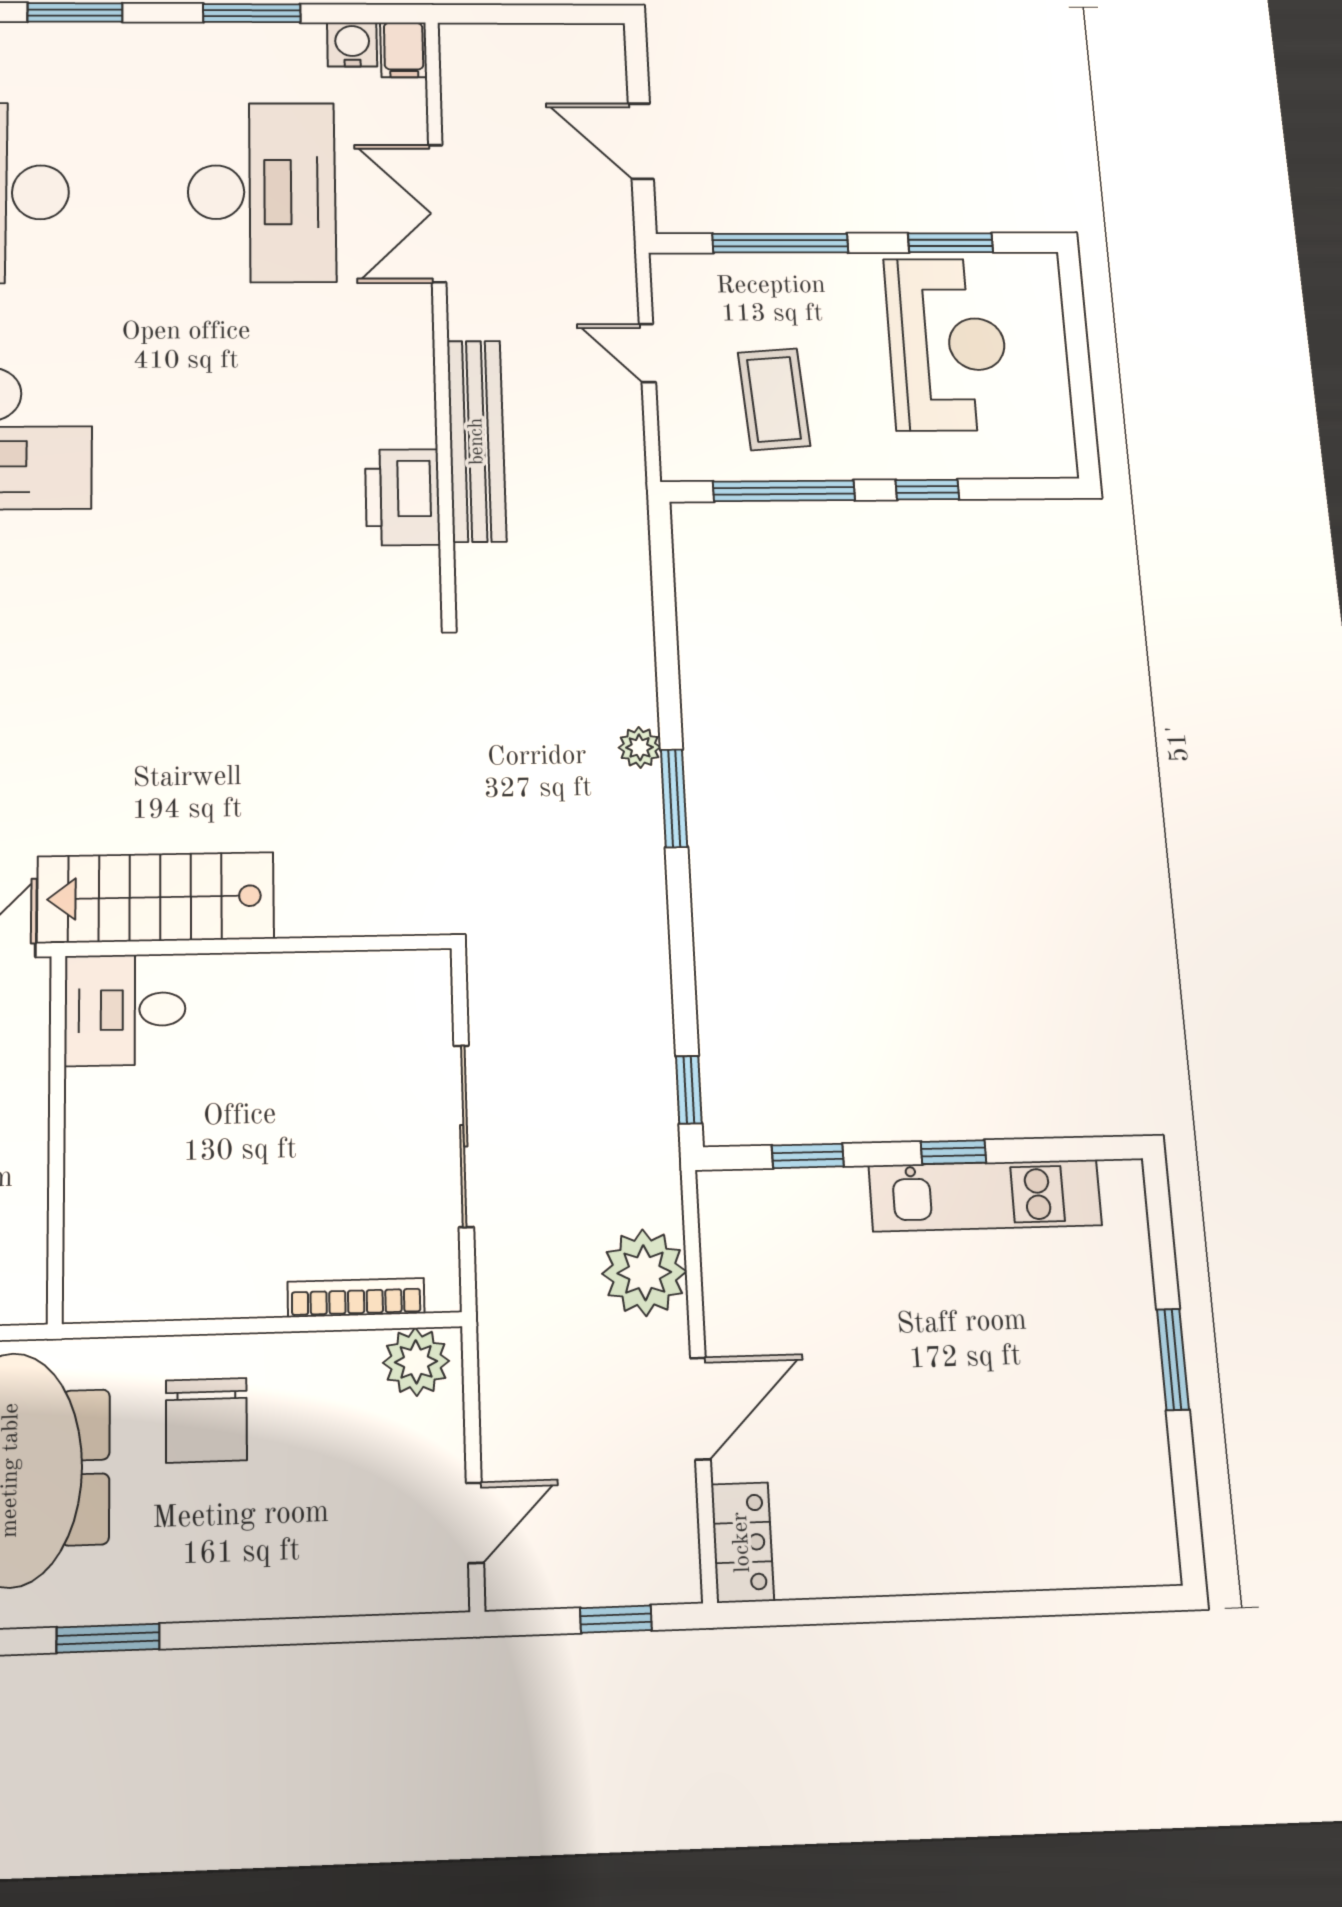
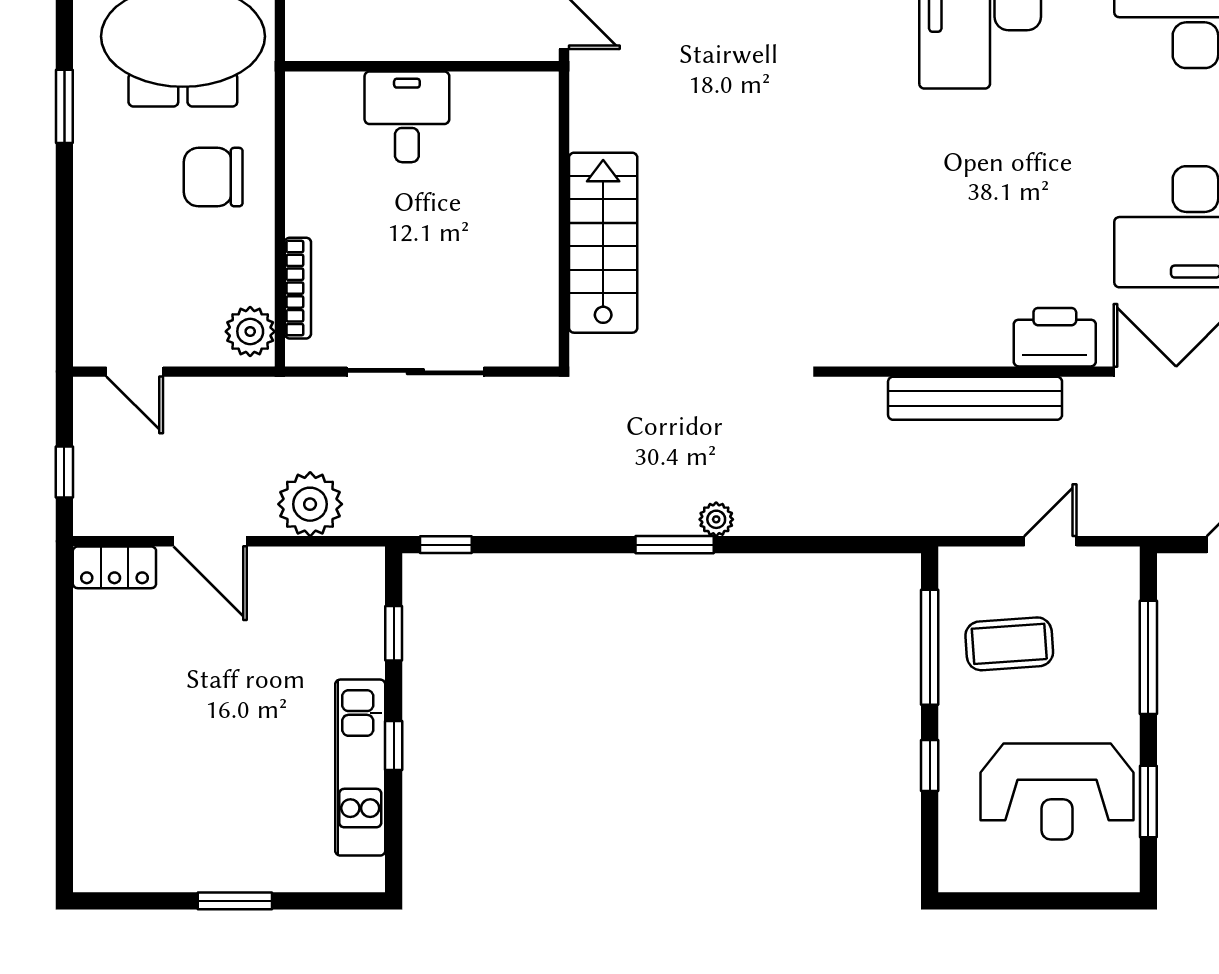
printer: (403, 497) -> (1055, 337), moved
stairs: (156, 897) -> (603, 243), moved
desk: (125, 1010) -> (407, 117), moved

